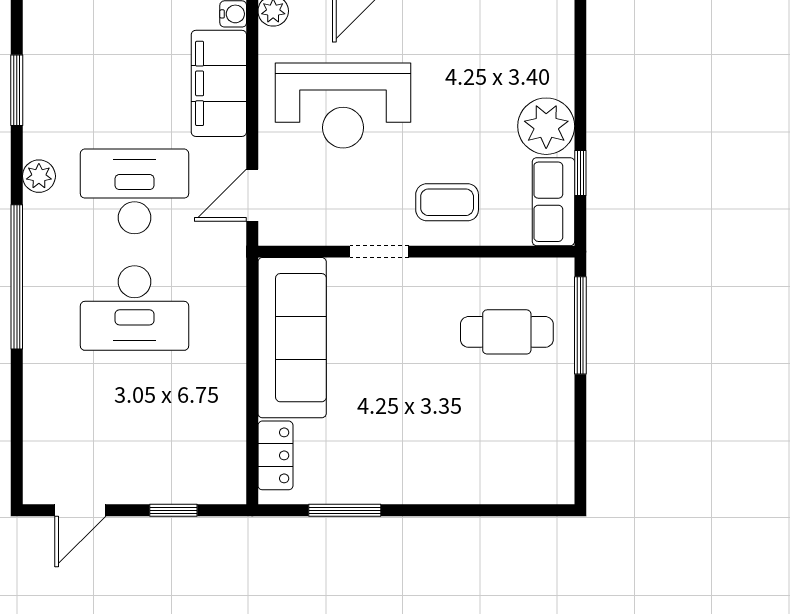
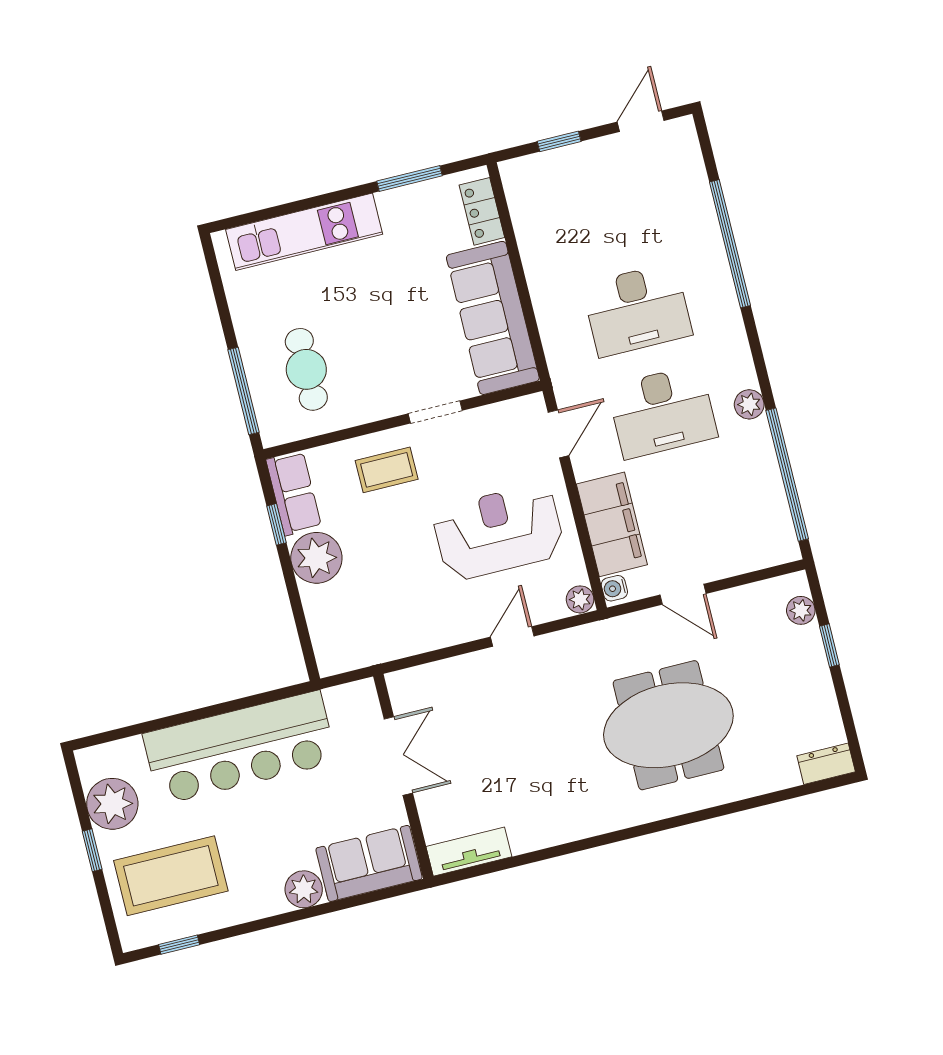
window: (17, 90) -> (787, 475), width x2.11
window: (17, 277) -> (730, 244), moved
desk: (135, 308) -> (637, 310), turned 180
cafe table: (507, 332) -> (306, 369), turned 90
kitchen unit: (473, 481) -> (304, 232), added

